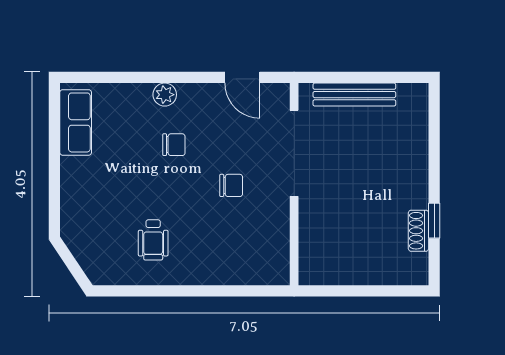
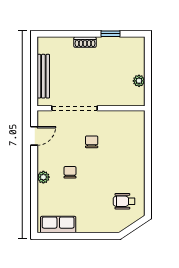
shoe rack: (419, 231) -> (85, 42), moved
wheelchair: (153, 240) -> (124, 201), moved, turned 180
plant: (346, 274) -> (139, 81), added

